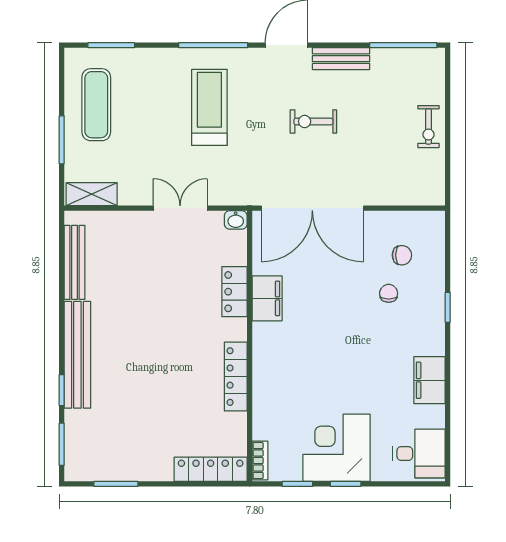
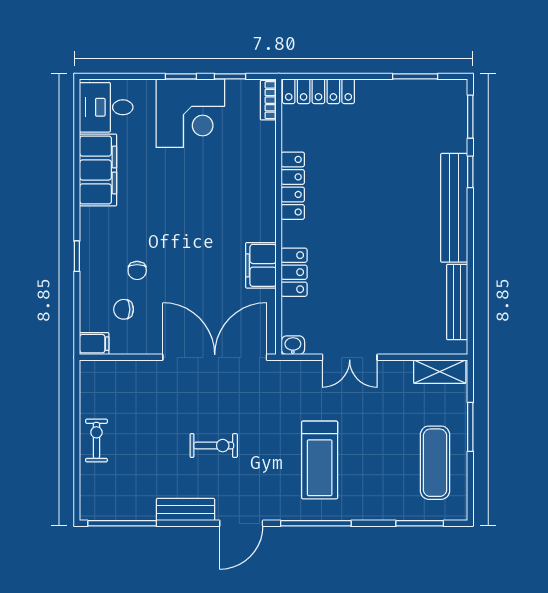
filing cabinet: (431, 222) -> (94, 344), added
filing cabinet: (430, 380) -> (98, 170), width x1.50, depth x1.17

